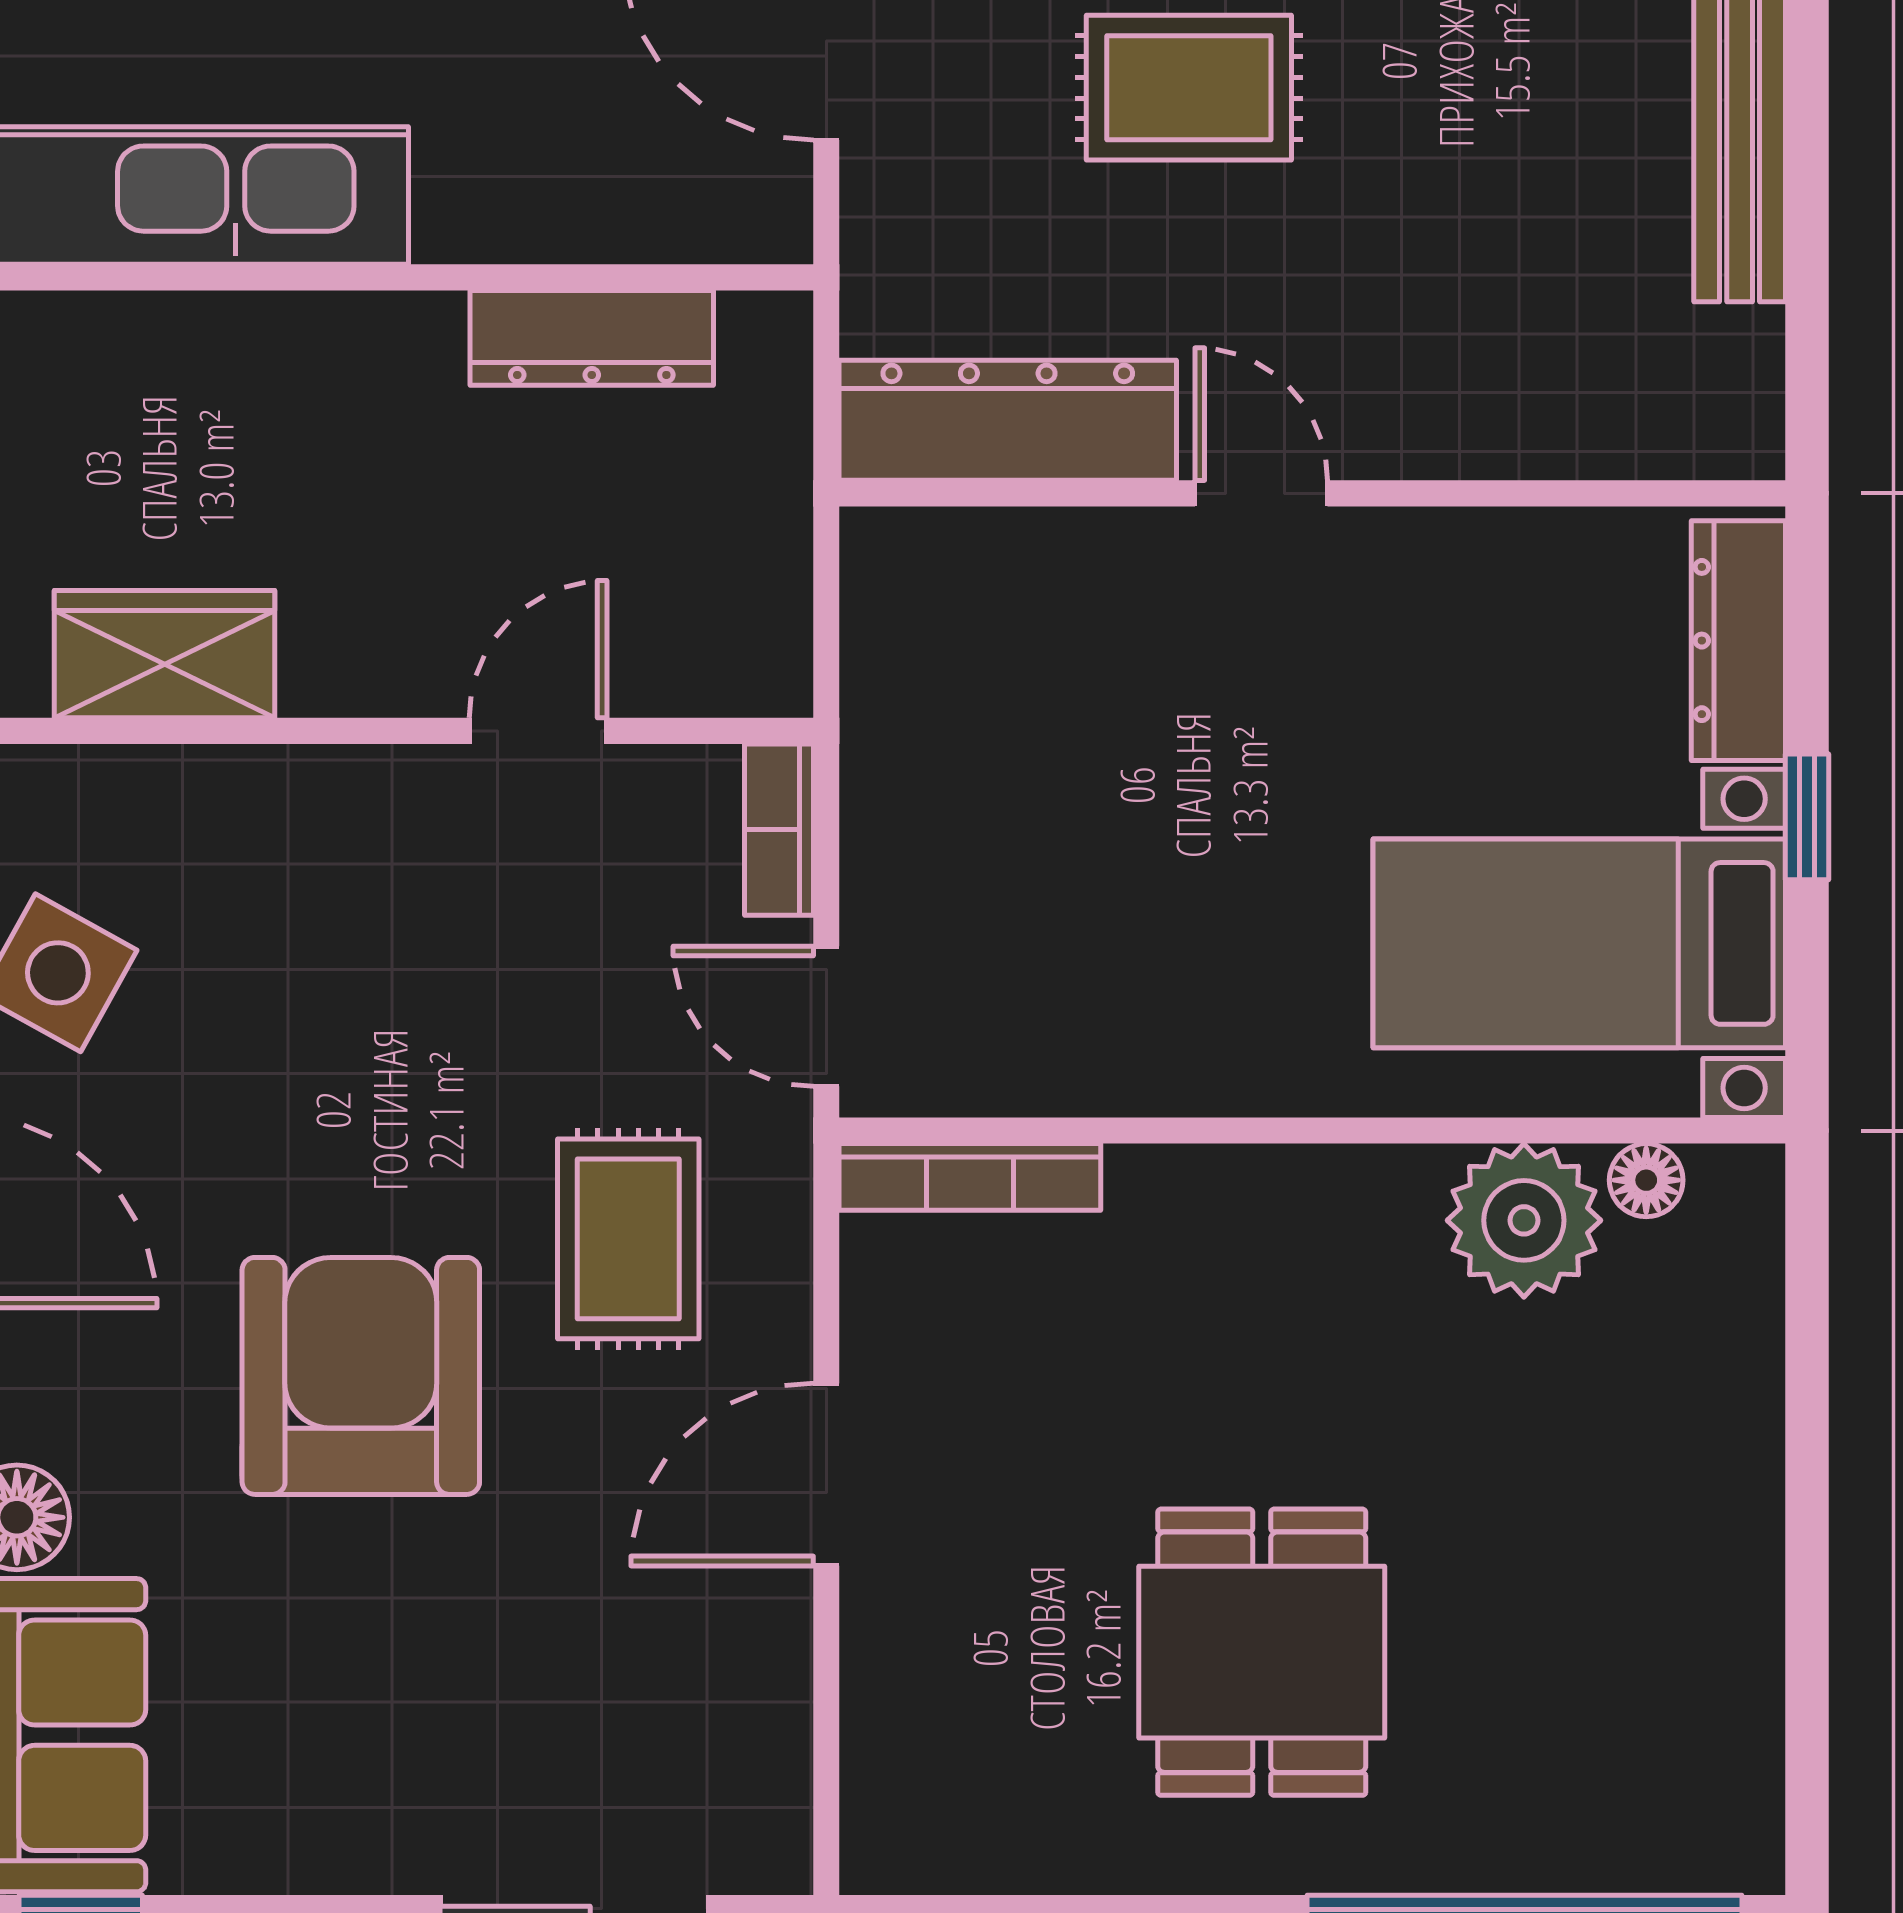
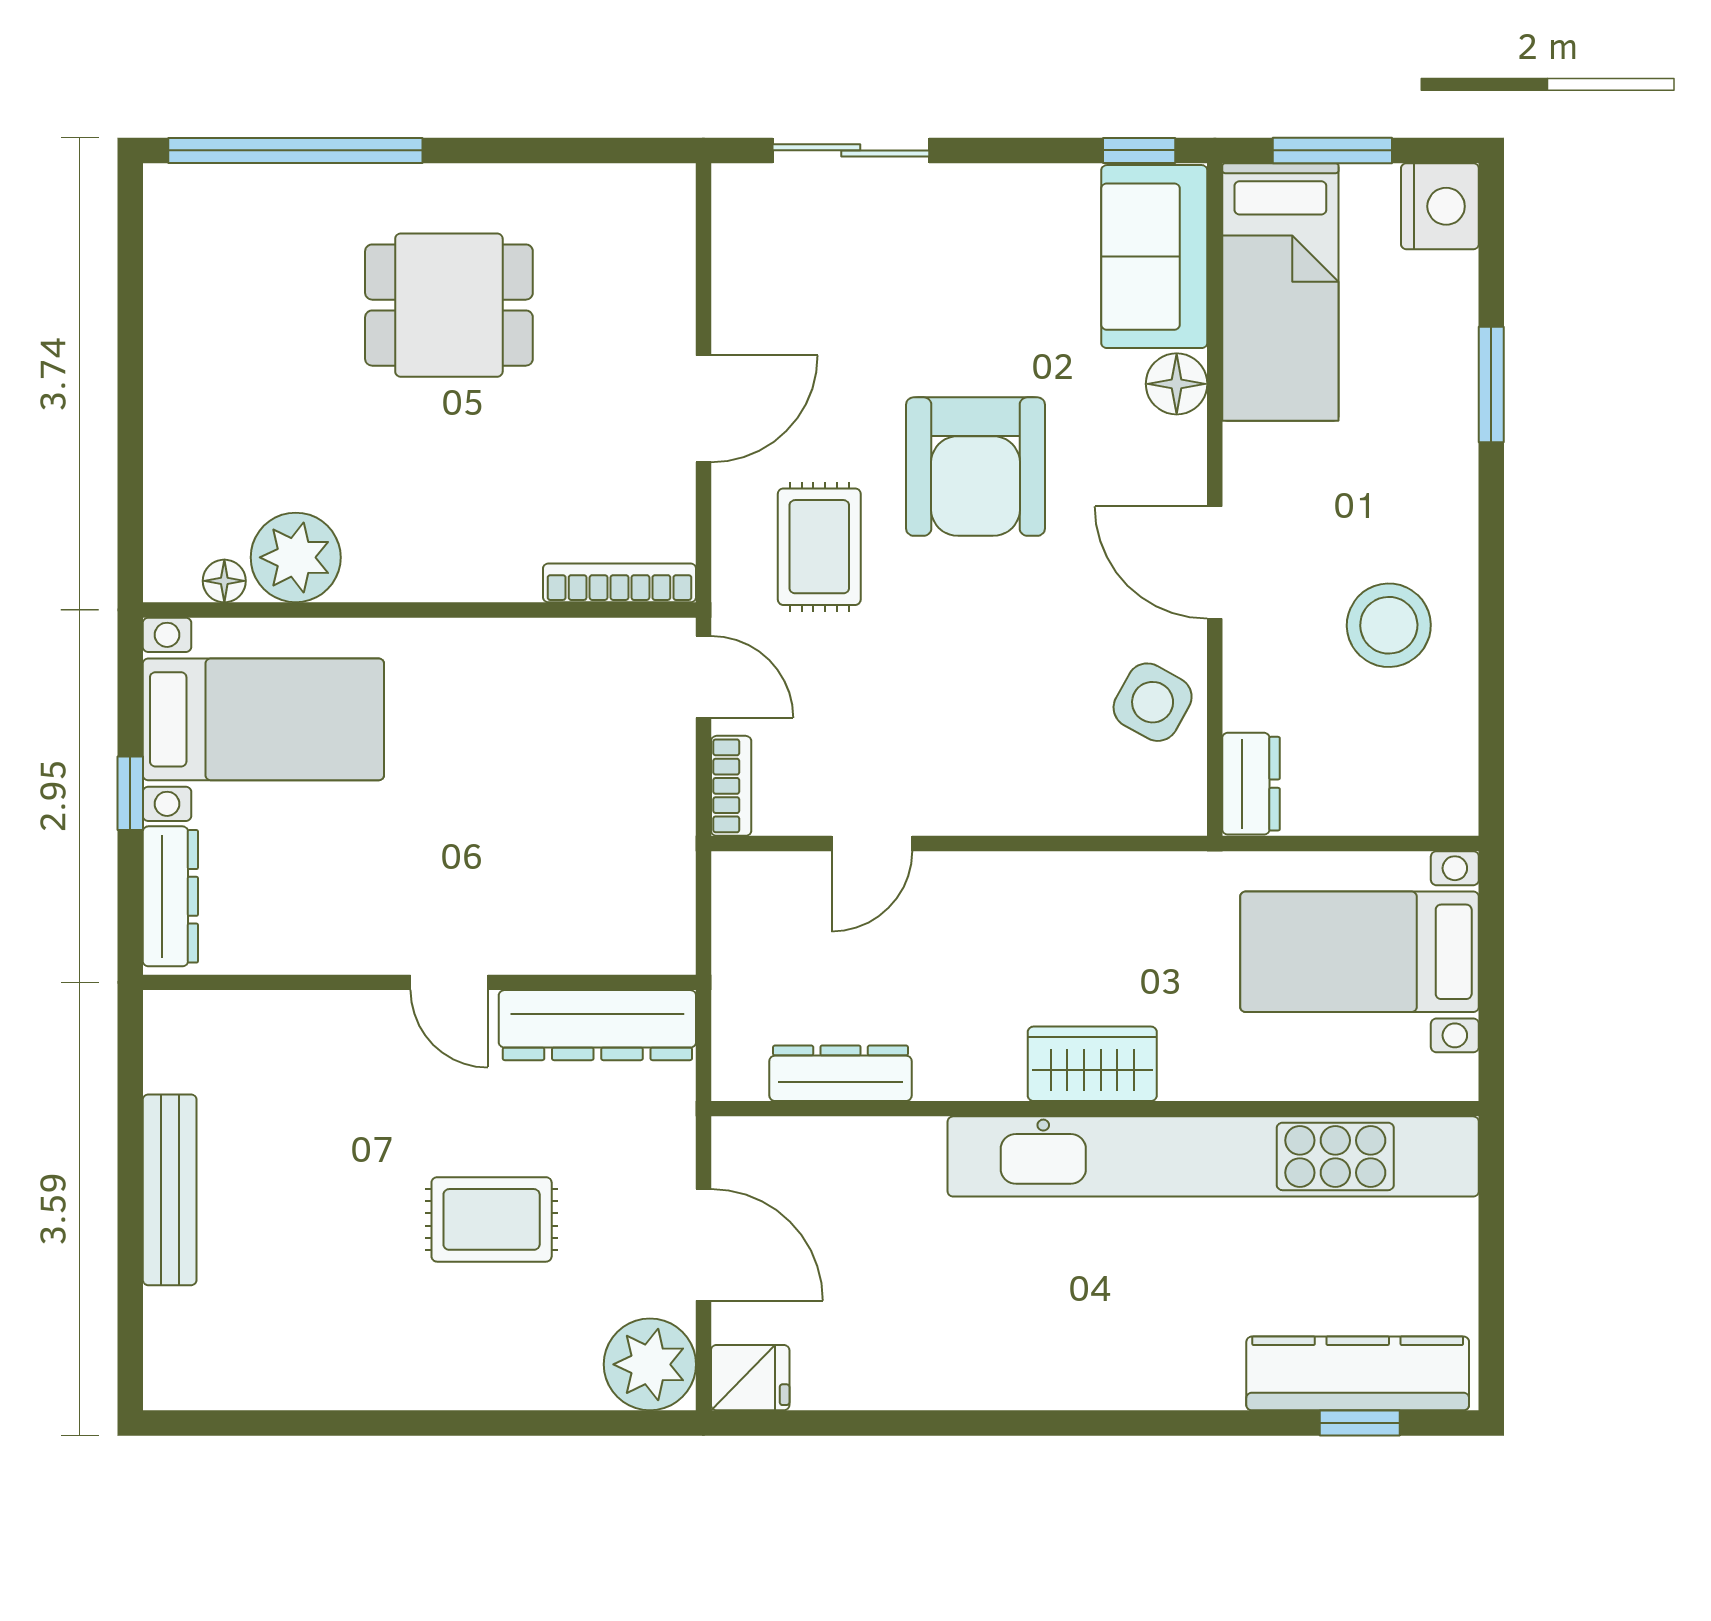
wardrobe: (164, 654) -> (1092, 1064), moved, turned 180
dining table: (1262, 1652) -> (449, 305), turned 90

